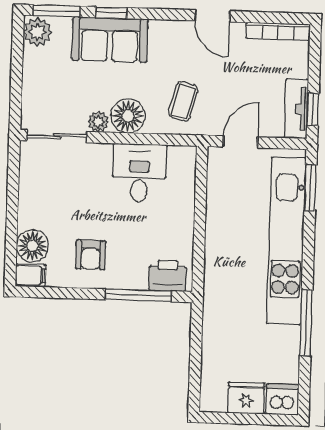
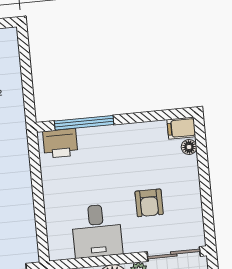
floor lamp: (32, 246) -> (189, 147), width x0.53, depth x0.53
armchair: (91, 255) -> (149, 203), moved, turned 180

